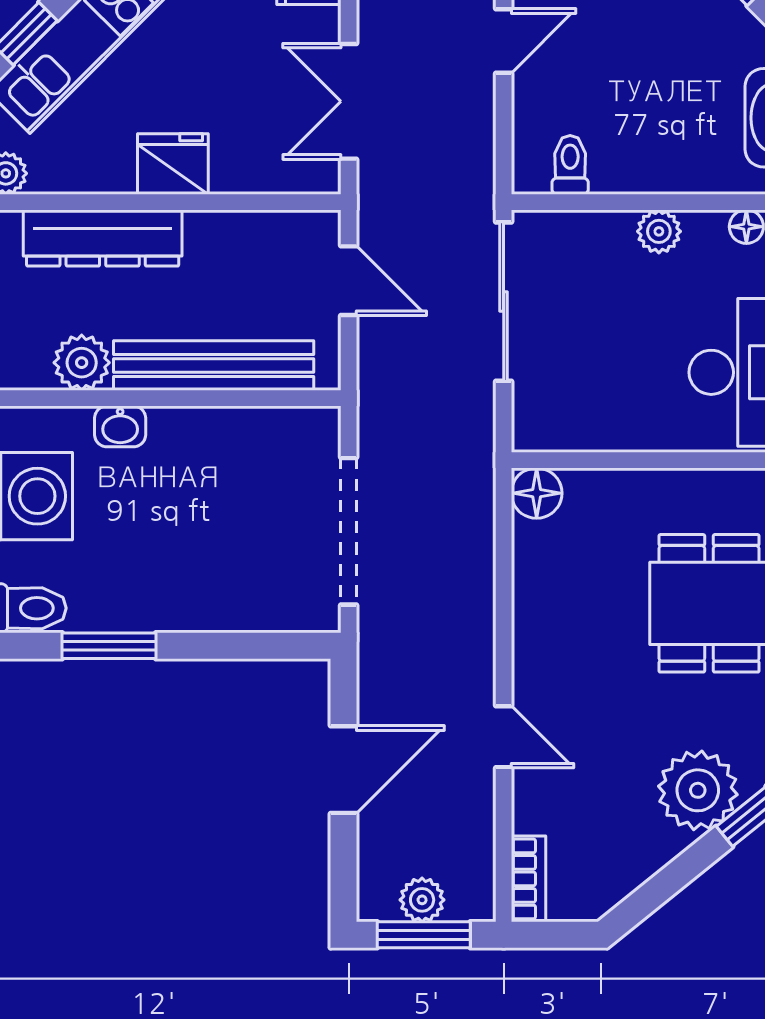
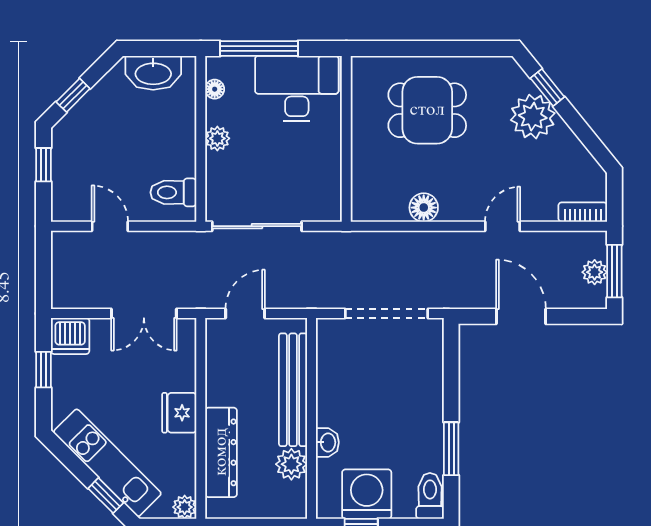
toilet: (570, 165) -> (173, 192), width x1.37, depth x1.39
floor lamp: (537, 493) -> (424, 208), moved

